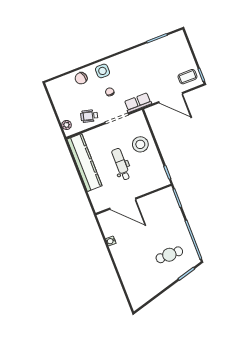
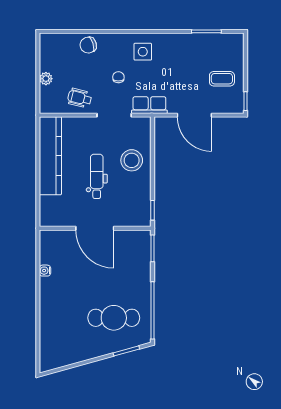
side table: (102, 71) -> (143, 52), moved
coffee table: (187, 77) -> (222, 79), moved
plant: (66, 125) -> (46, 79), moved
door: (123, 204) -> (95, 228), moved
cafe table: (169, 255) -> (114, 318), width x1.37, depth x1.35

